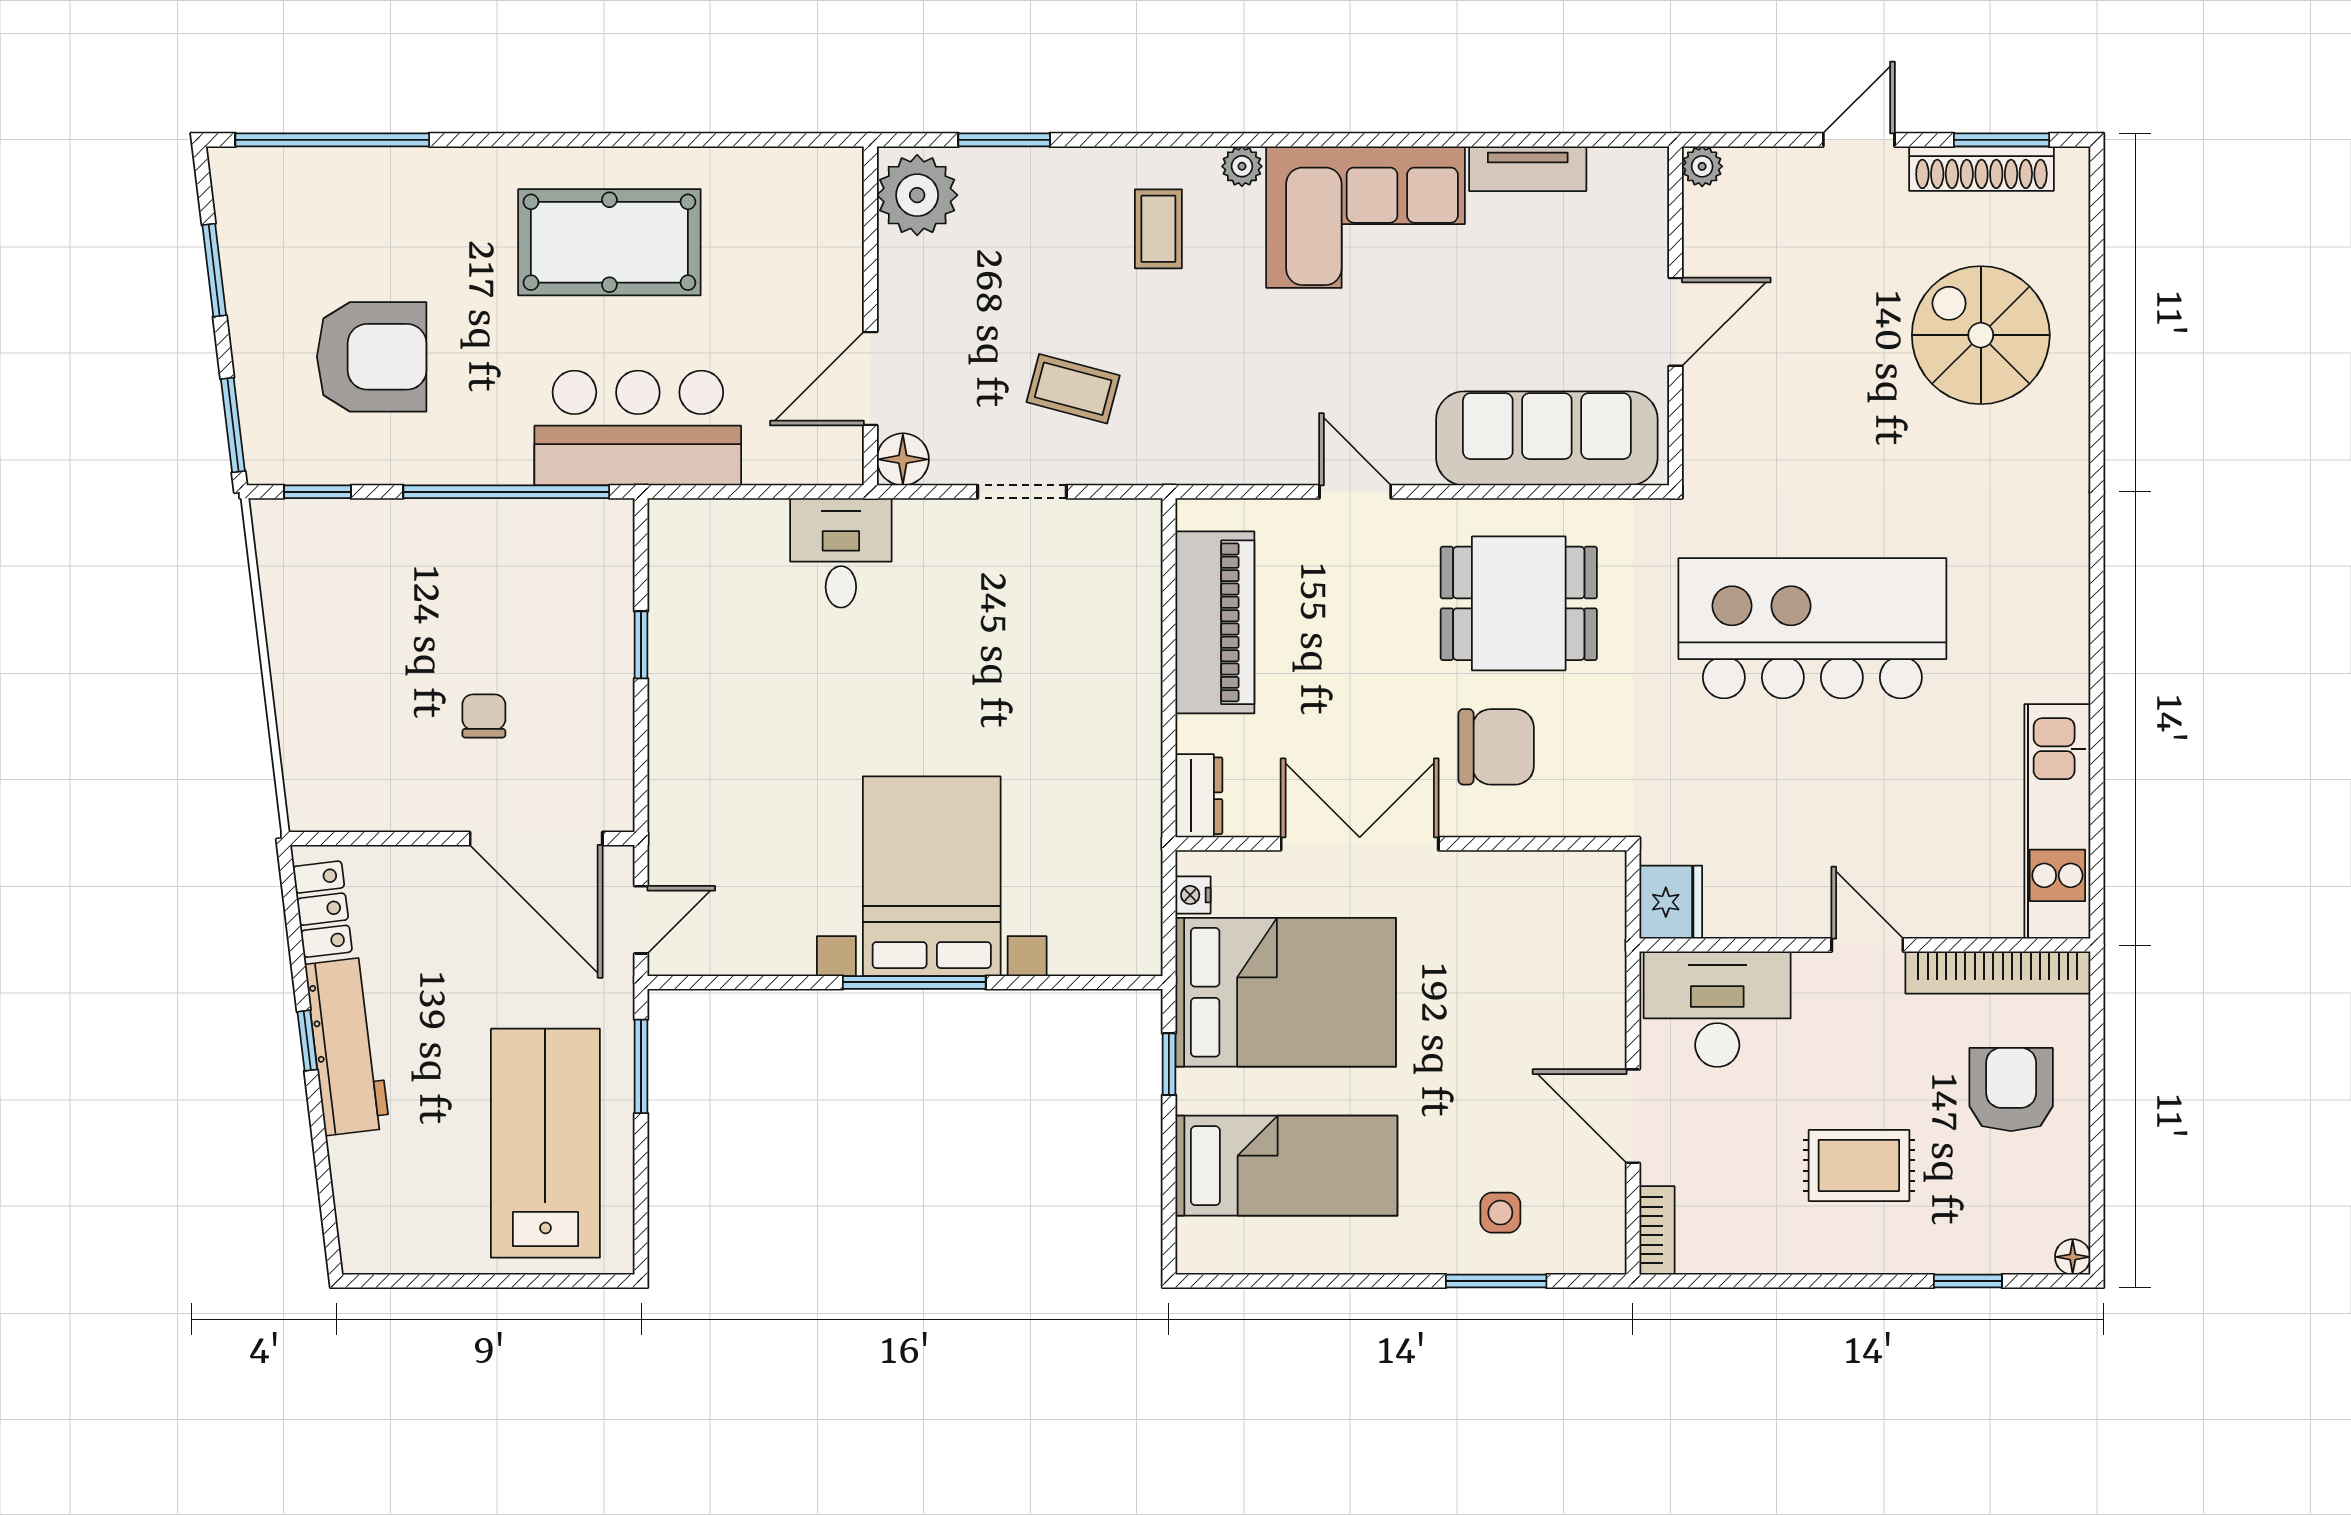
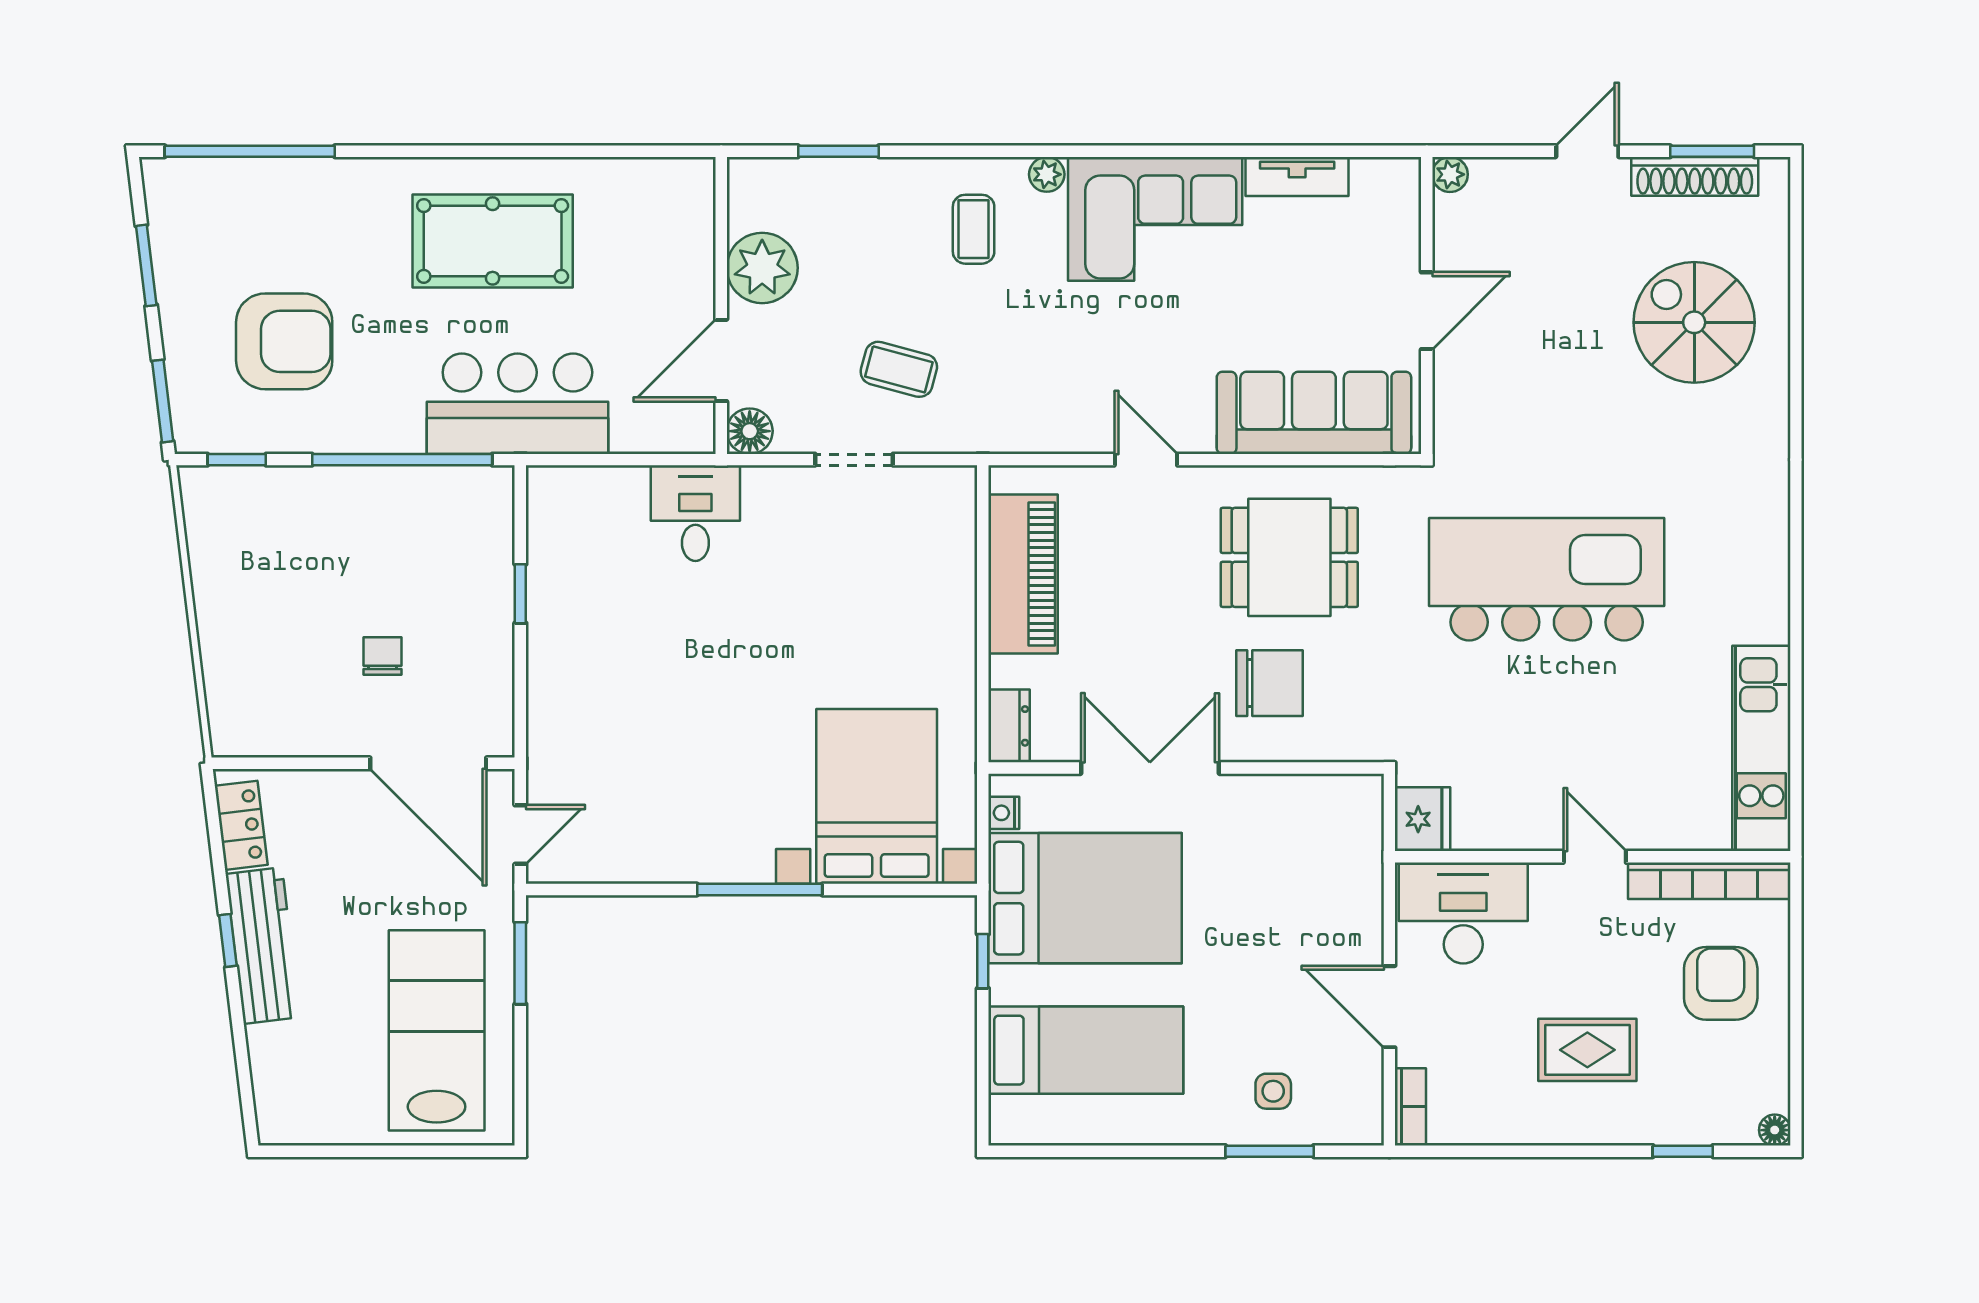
plant: (917, 195) -> (762, 268), moved
bed with nightstands: (932, 876) -> (877, 796), moved

